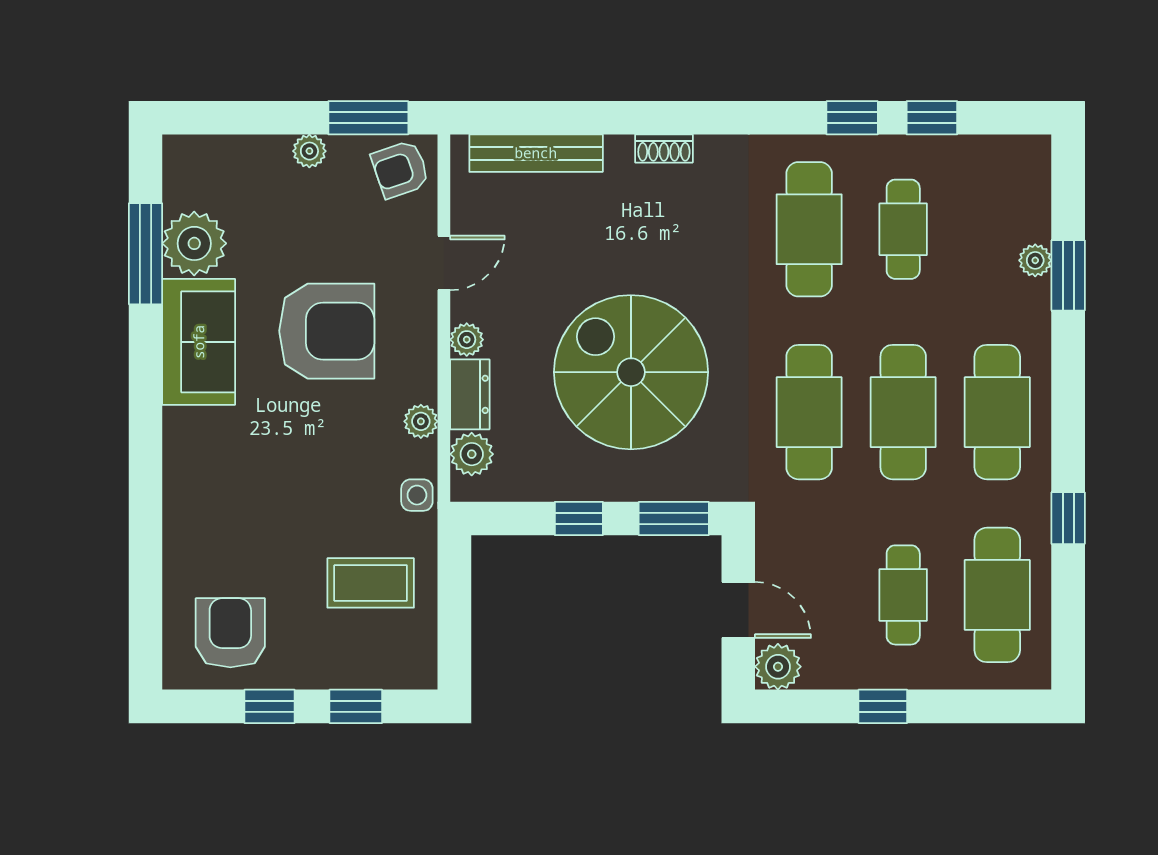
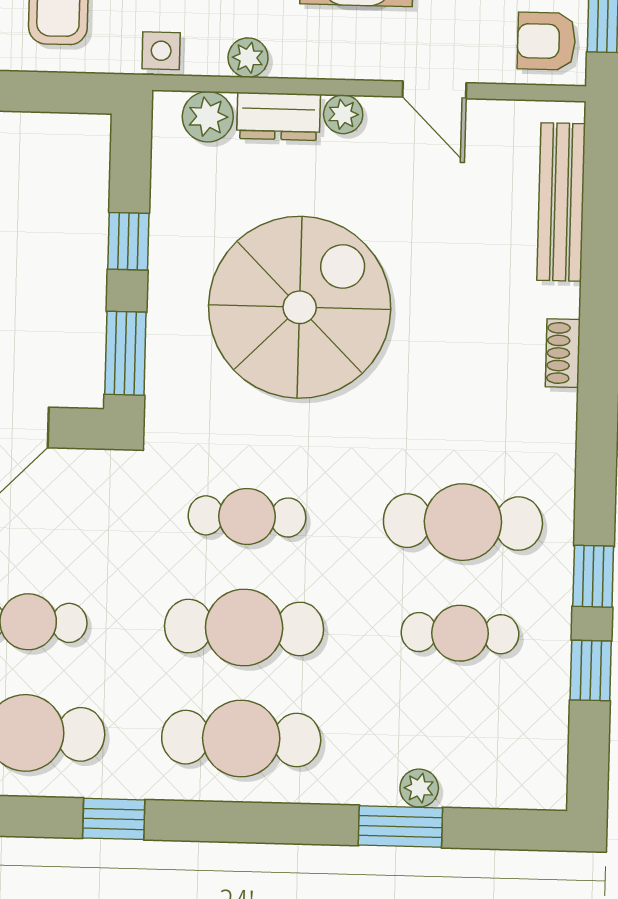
armchair: (400, 169) -> (546, 41), turned -71
cafe table: (809, 412) -> (247, 516), width x0.73, depth x0.74

